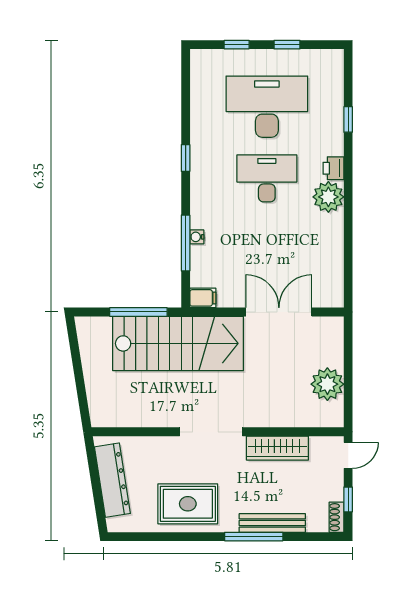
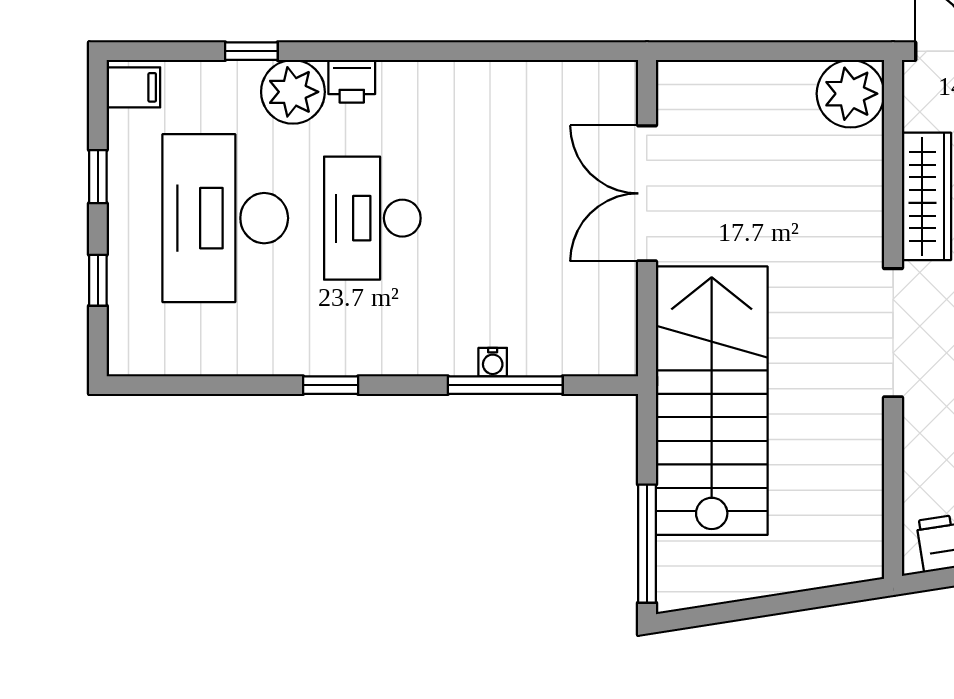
plant: (328, 197) -> (293, 92), moved
filing cabinet: (203, 298) -> (133, 87), moved, turned 90
window: (138, 312) -> (647, 544), moved
plant: (327, 384) -> (850, 94), moved

